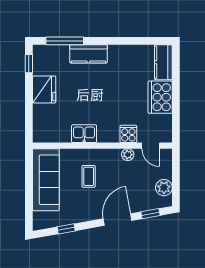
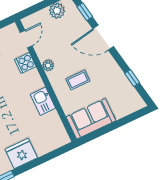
plant: (128, 155) -> (48, 65), moved
sofa: (46, 180) -> (91, 119), width x0.73

